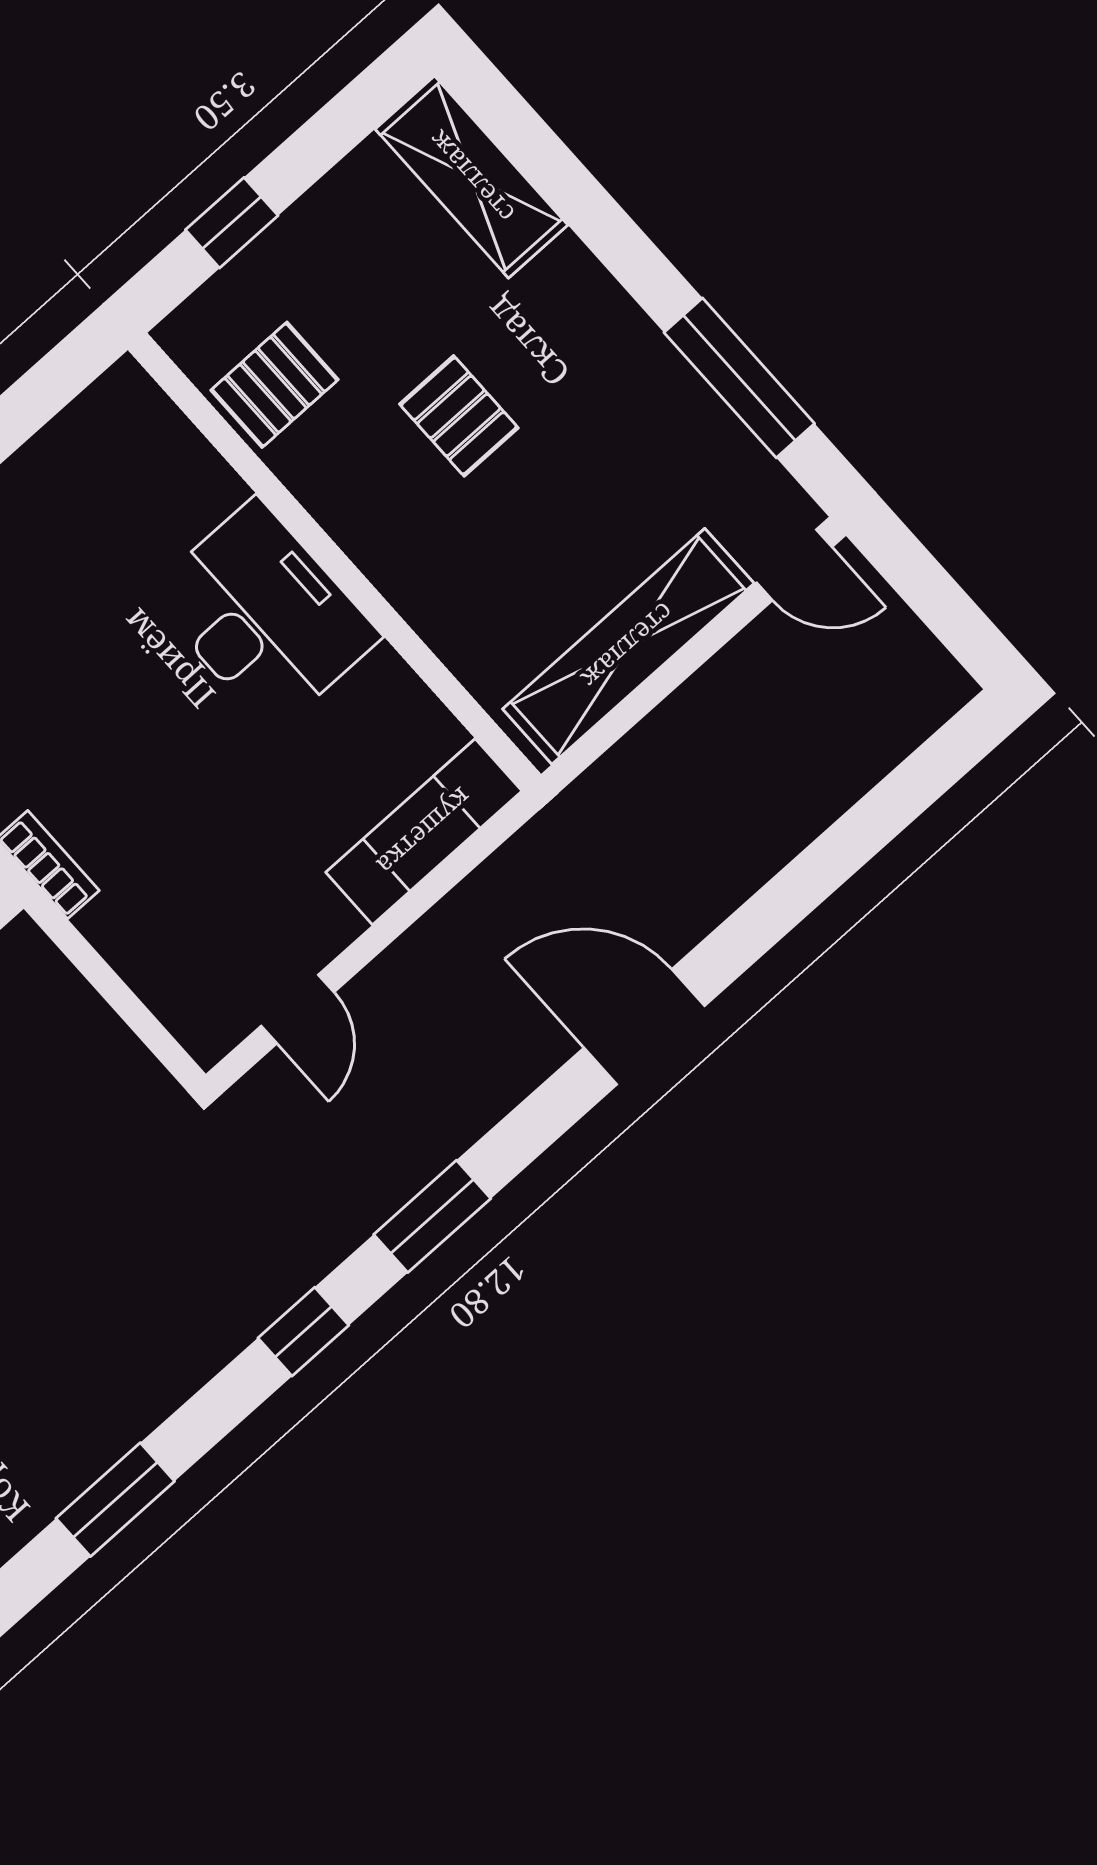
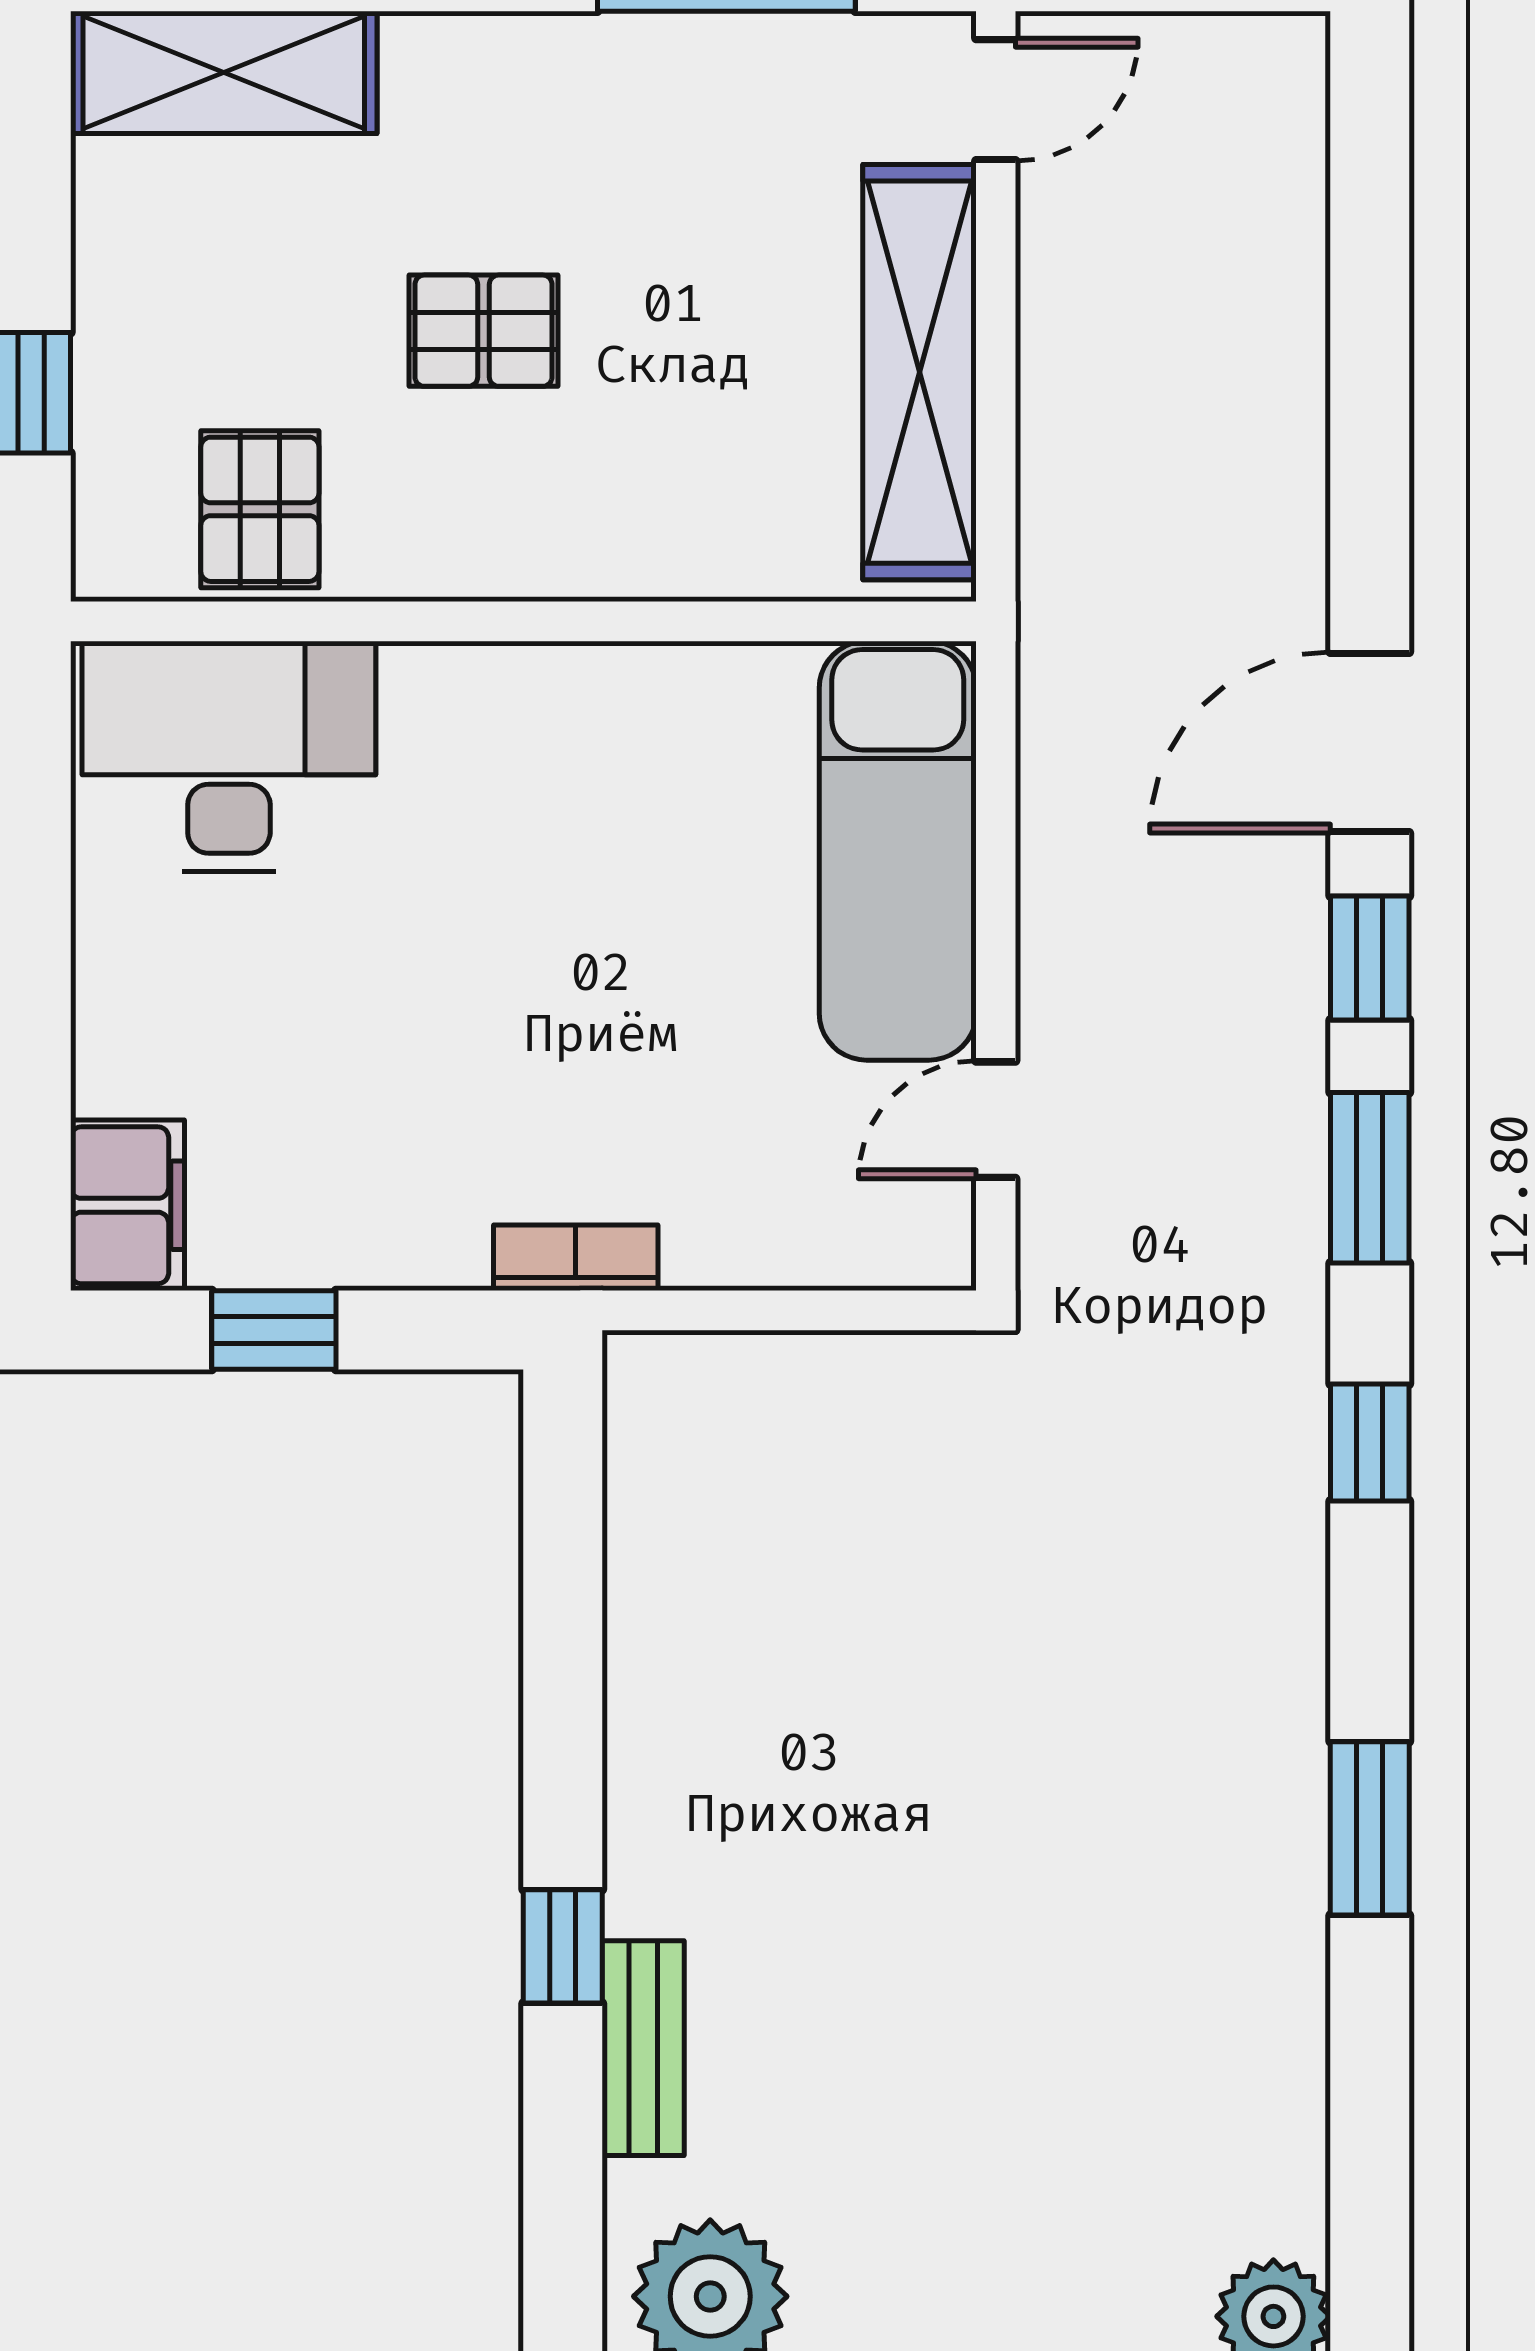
desk: (264, 615) -> (229, 756), moved
exam couch: (424, 832) -> (898, 851), width x1.36, depth x1.45
door: (298, 1009) -> (996, 1120), swing flipped
window: (539, 1121) -> (1370, 958), added

